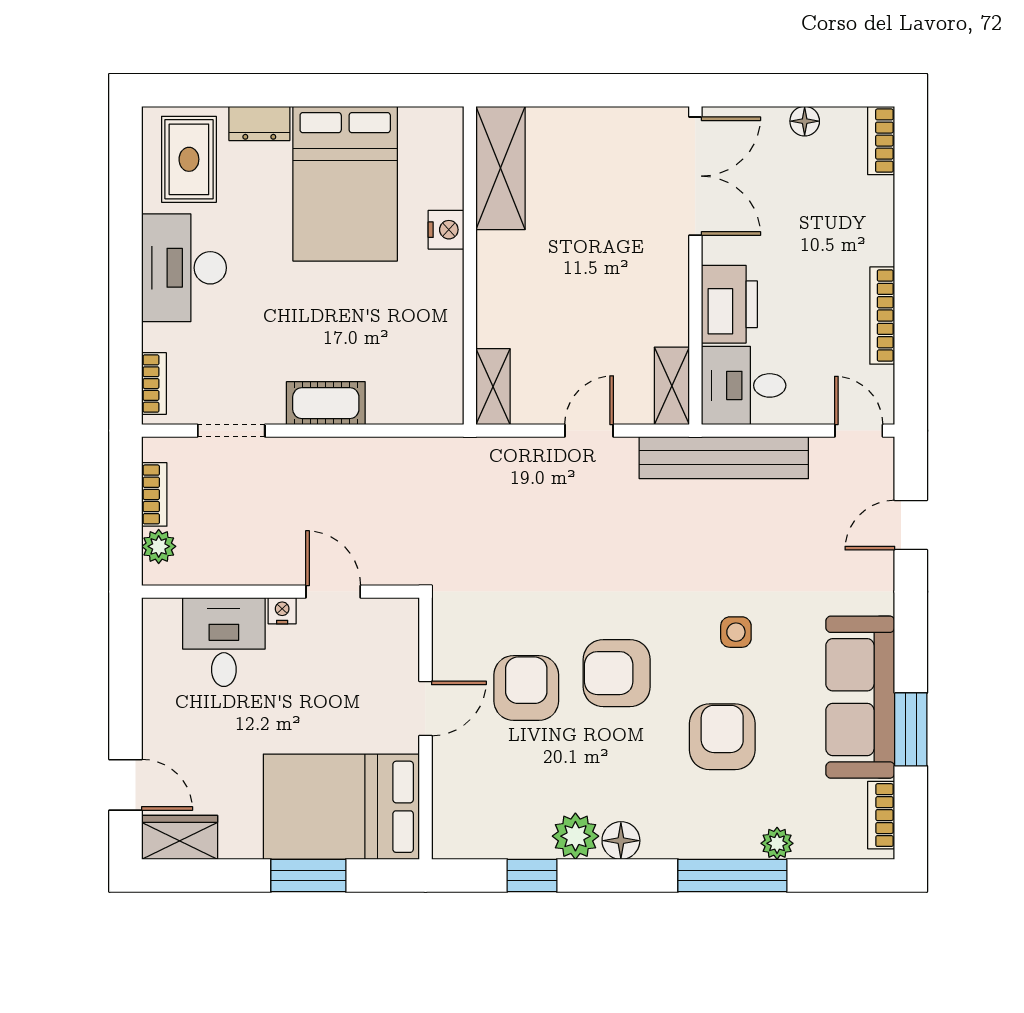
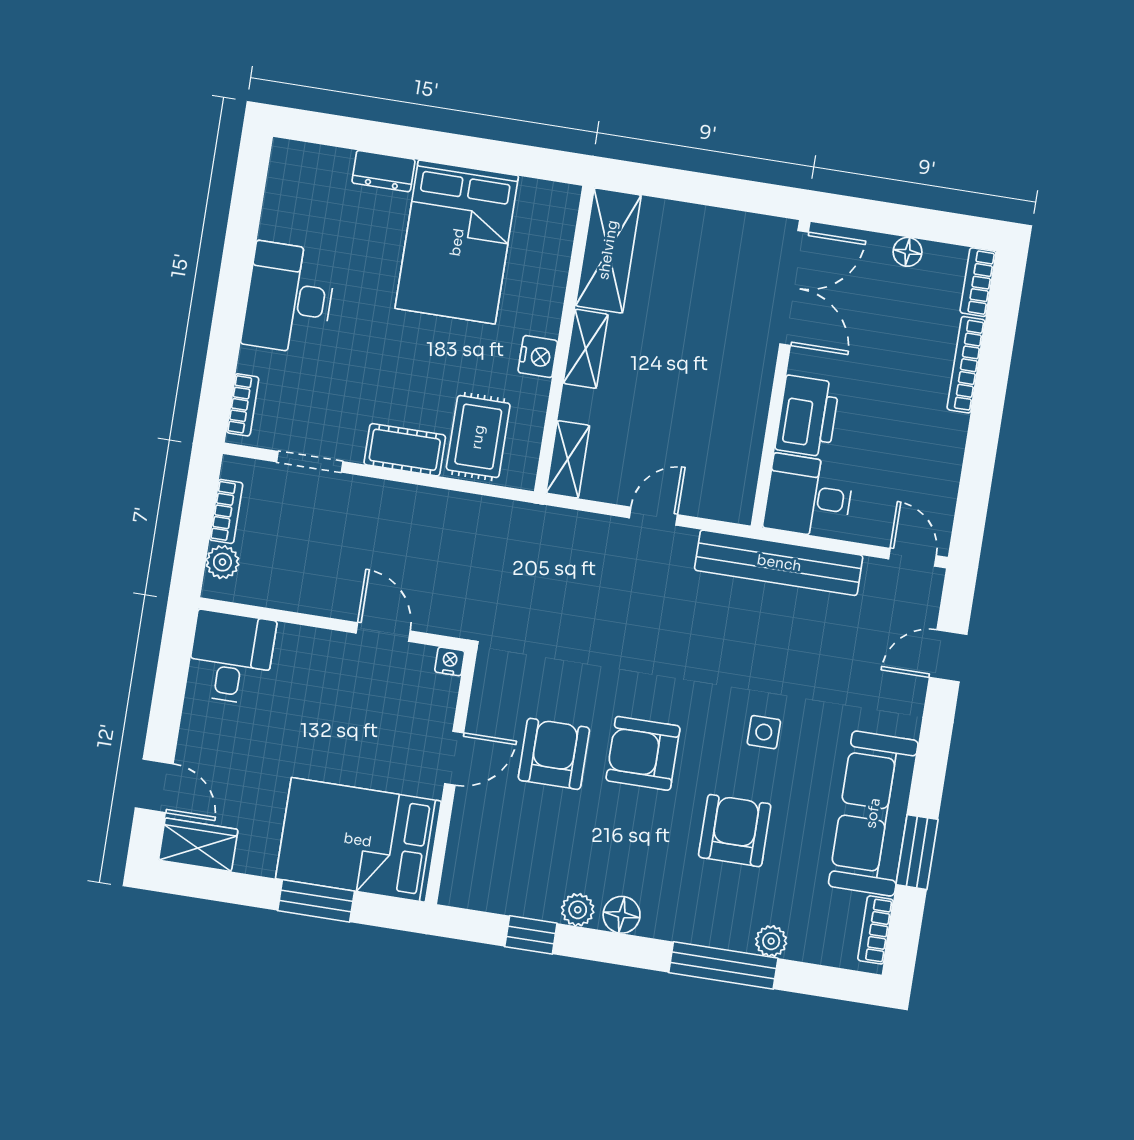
rug: (189, 159) -> (478, 437), moved
nightstand: (446, 230) -> (538, 357), moved
bookcase: (882, 316) -> (966, 365), moved
shelving: (672, 386) -> (586, 349), moved
nightstand: (282, 611) -> (450, 661), moved
desk: (224, 642) -> (231, 658), moved
plant: (575, 836) -> (578, 910), width x0.73, depth x0.73

